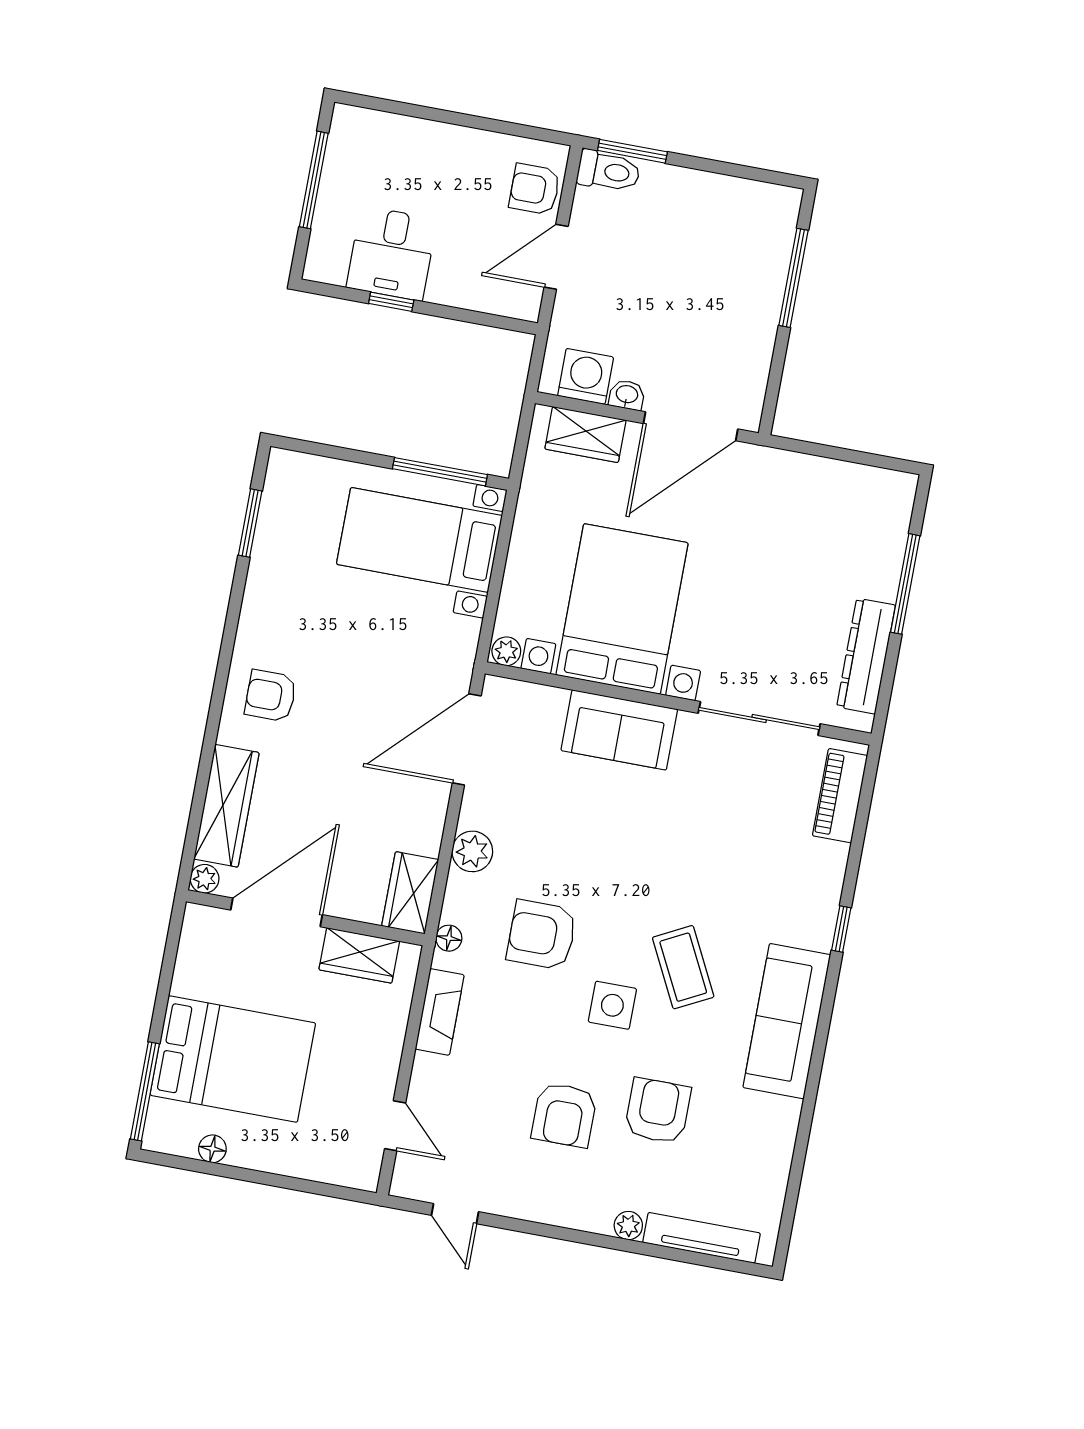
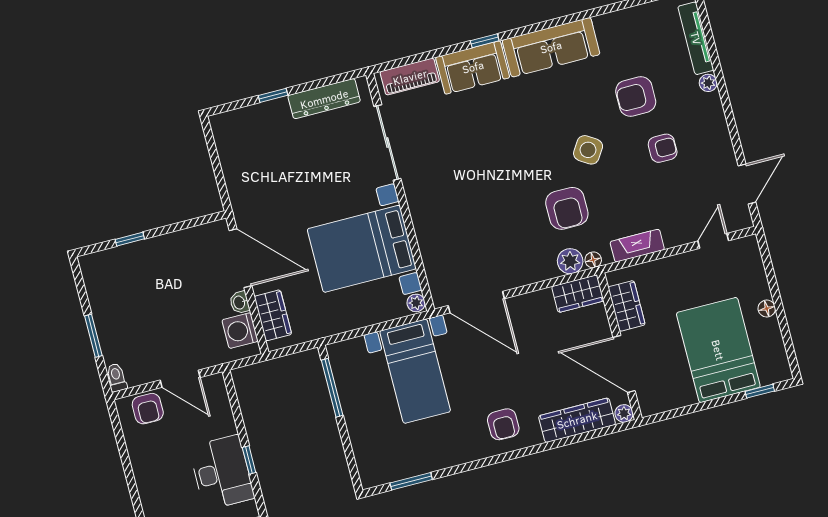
window: (632, 151) -> (93, 336), moved
toilet: (608, 171) -> (116, 378), width x0.73, depth x0.72
desk: (392, 253) -> (222, 472), width x1.37
window: (793, 278) -> (130, 239), width x0.46
bed with nightstands: (419, 540) -> (415, 371), moved
window: (905, 584) -> (273, 95), width x0.46
sofa: (619, 730) -> (473, 67), moved, turned 90
plant: (472, 851) -> (570, 261), moved
coffee table: (683, 967) -> (548, 120), removed
side table: (612, 1005) -> (588, 150), turned 33
window: (145, 1091) -> (760, 391), width x0.46
armchair: (564, 1115) -> (663, 148), width x0.72, depth x0.72
floor lamp: (212, 1149) -> (767, 309), moved
door: (455, 1214) -> (747, 184), width x1.37

